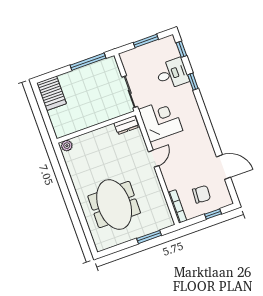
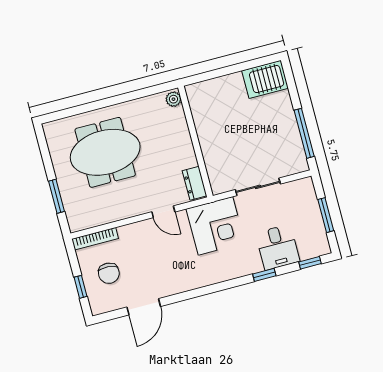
dresser: (126, 125) -> (195, 183), moved
wall: (96, 127) -> (195, 142), moved
plant: (67, 146) -> (173, 99), moved

